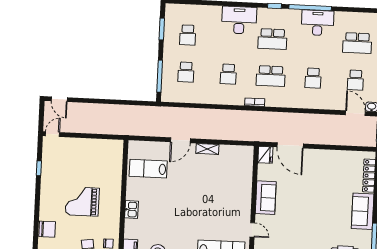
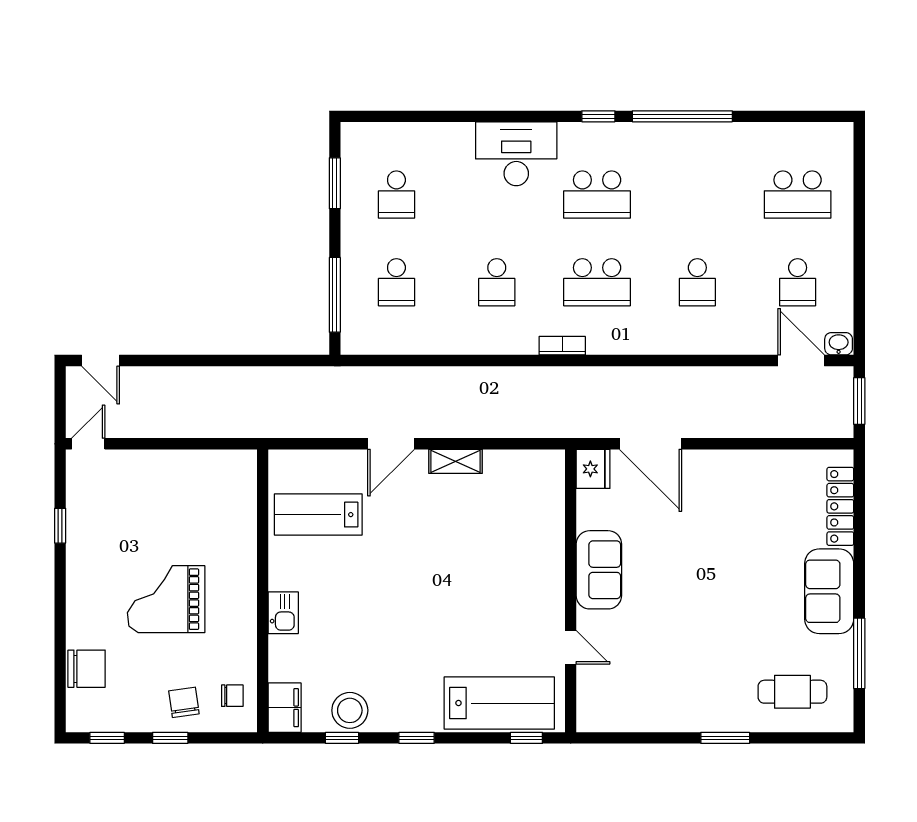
desk: (318, 23) -> (702, 151), removed

